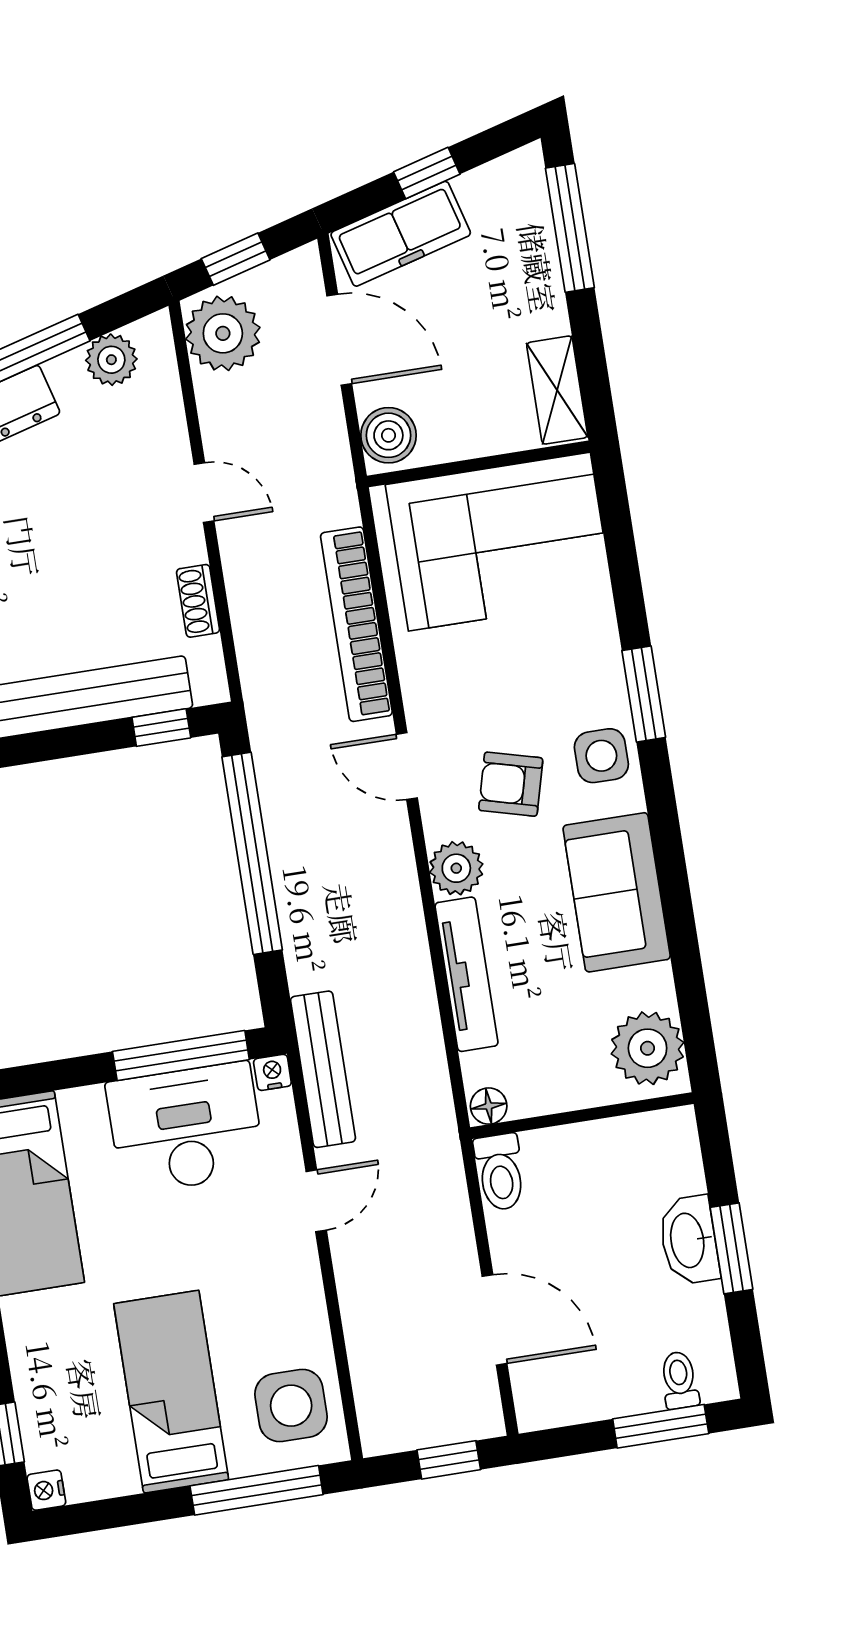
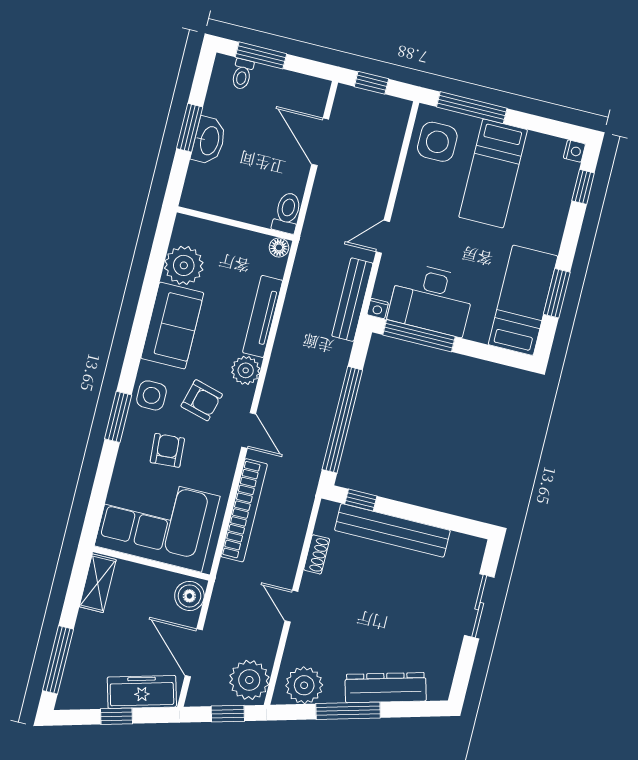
plant: (111, 360) -> (304, 685), width x1.36, depth x1.36
armchair: (534, 672) -> (167, 450), added
plant: (648, 1048) -> (184, 265), moved

